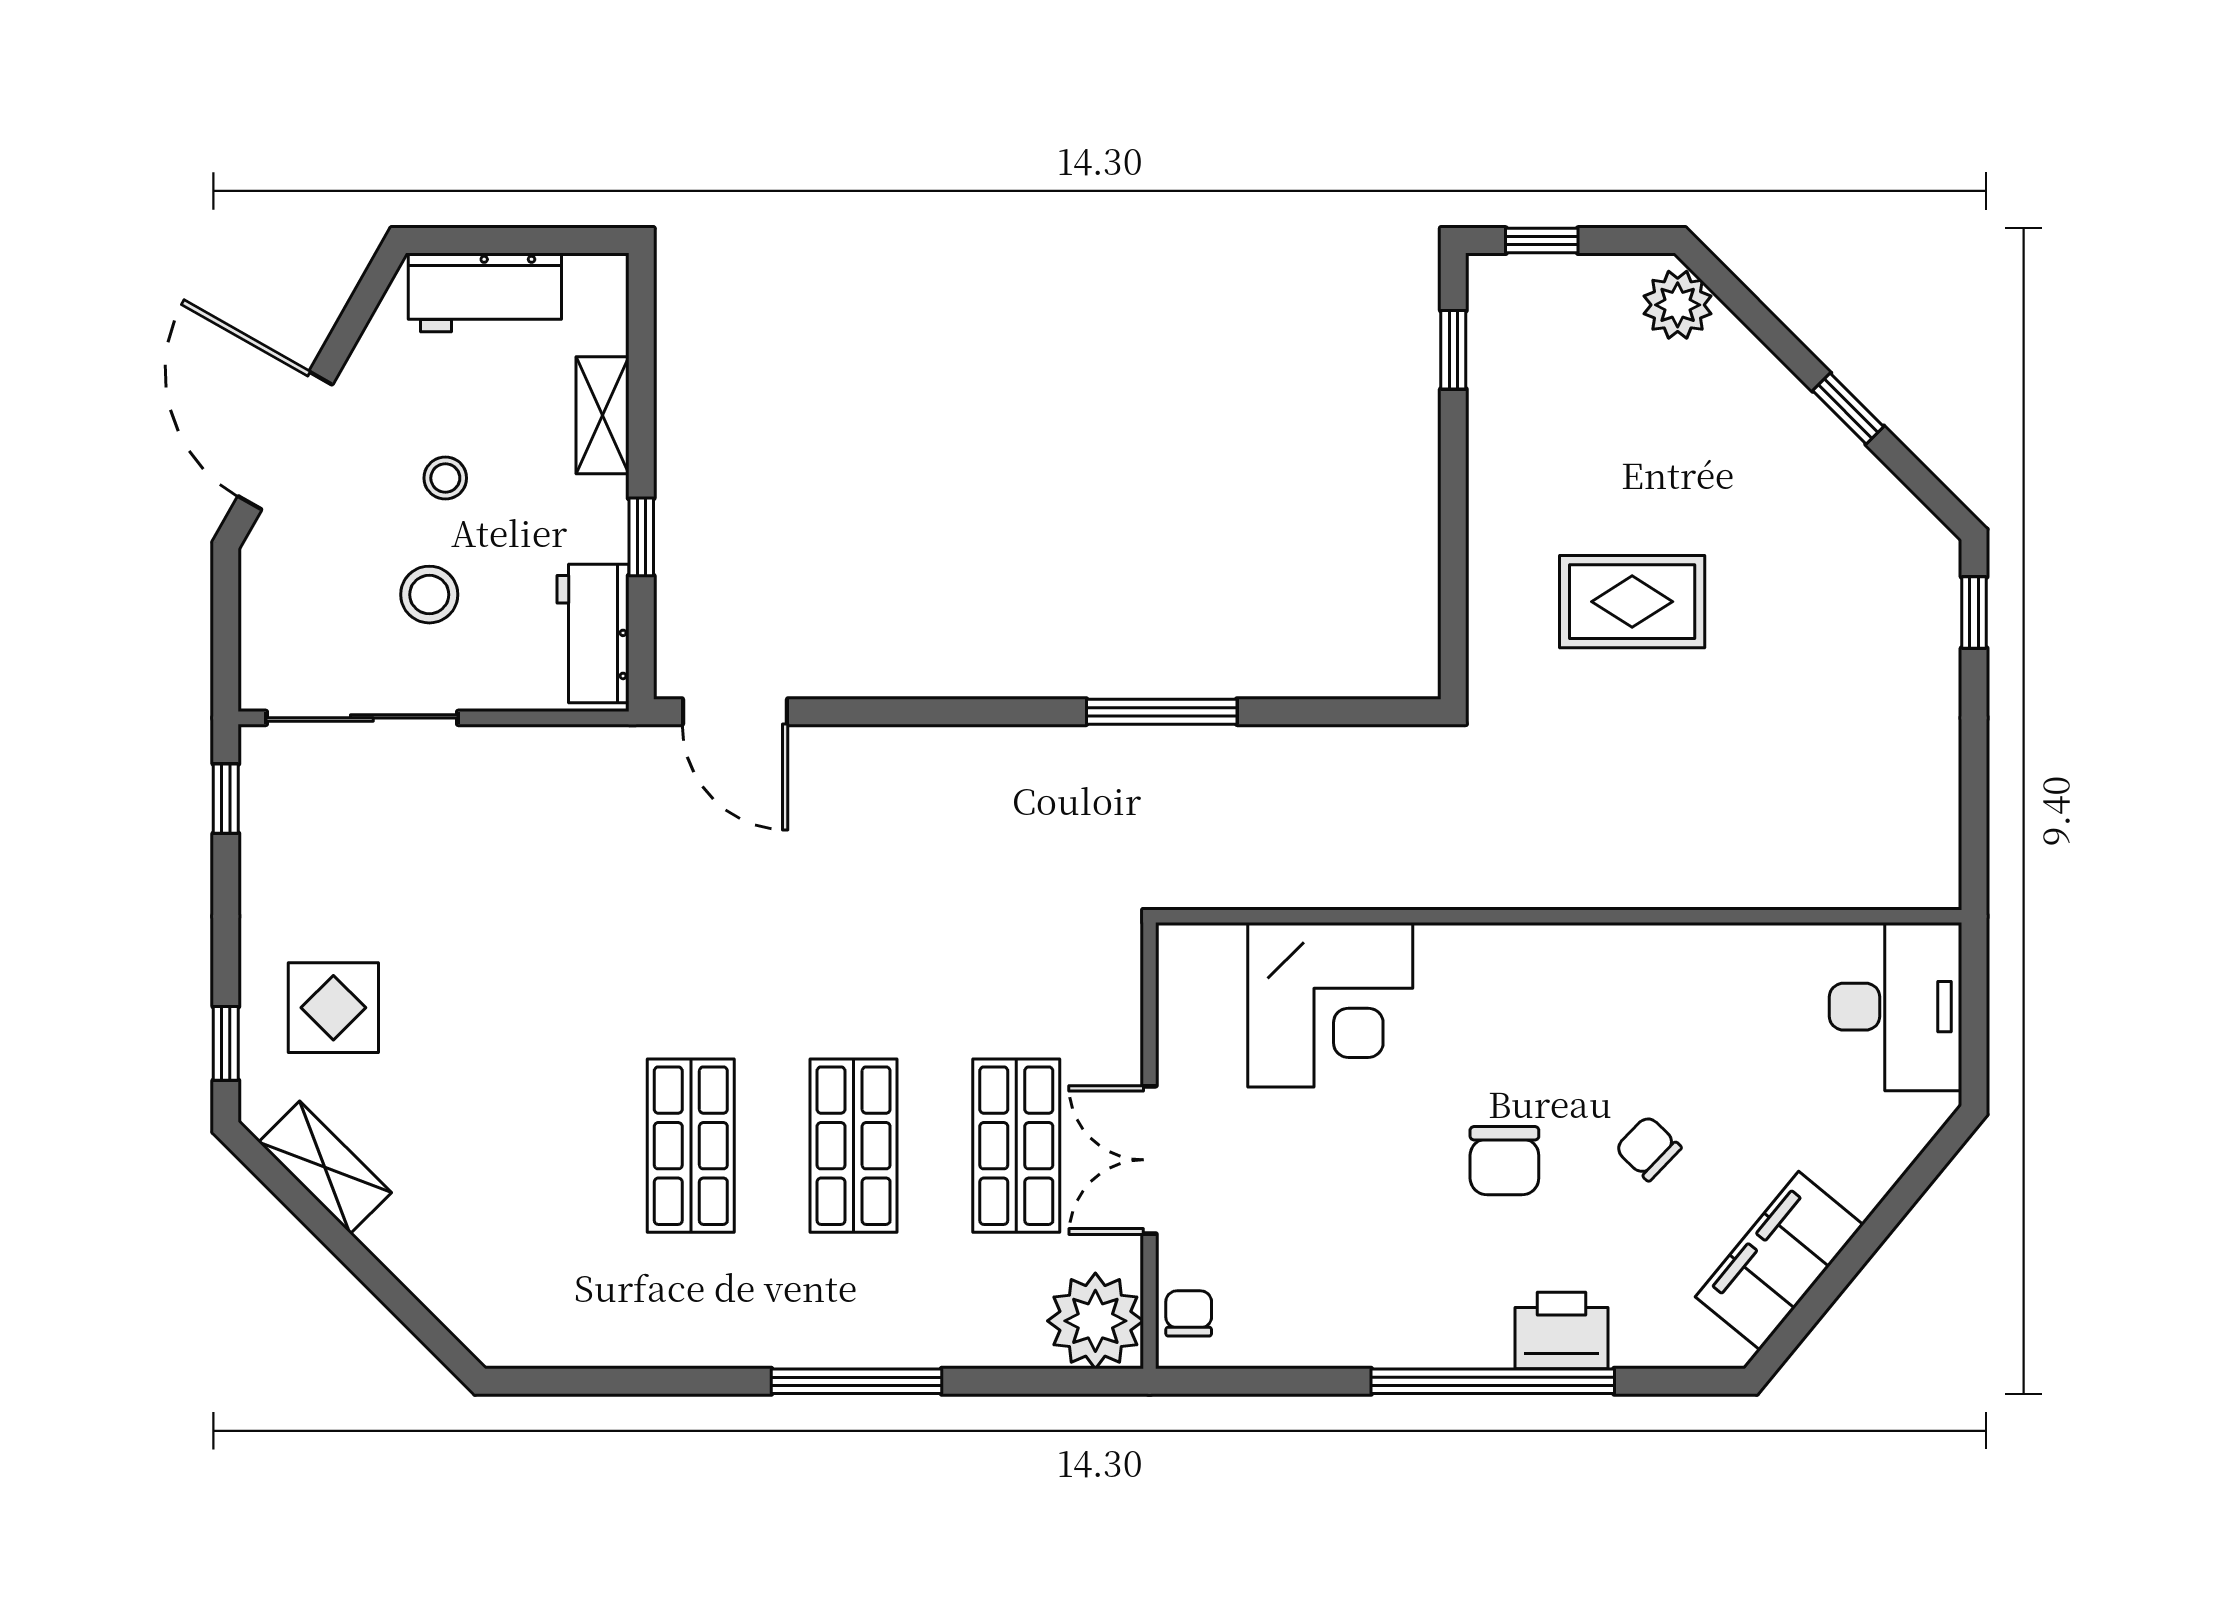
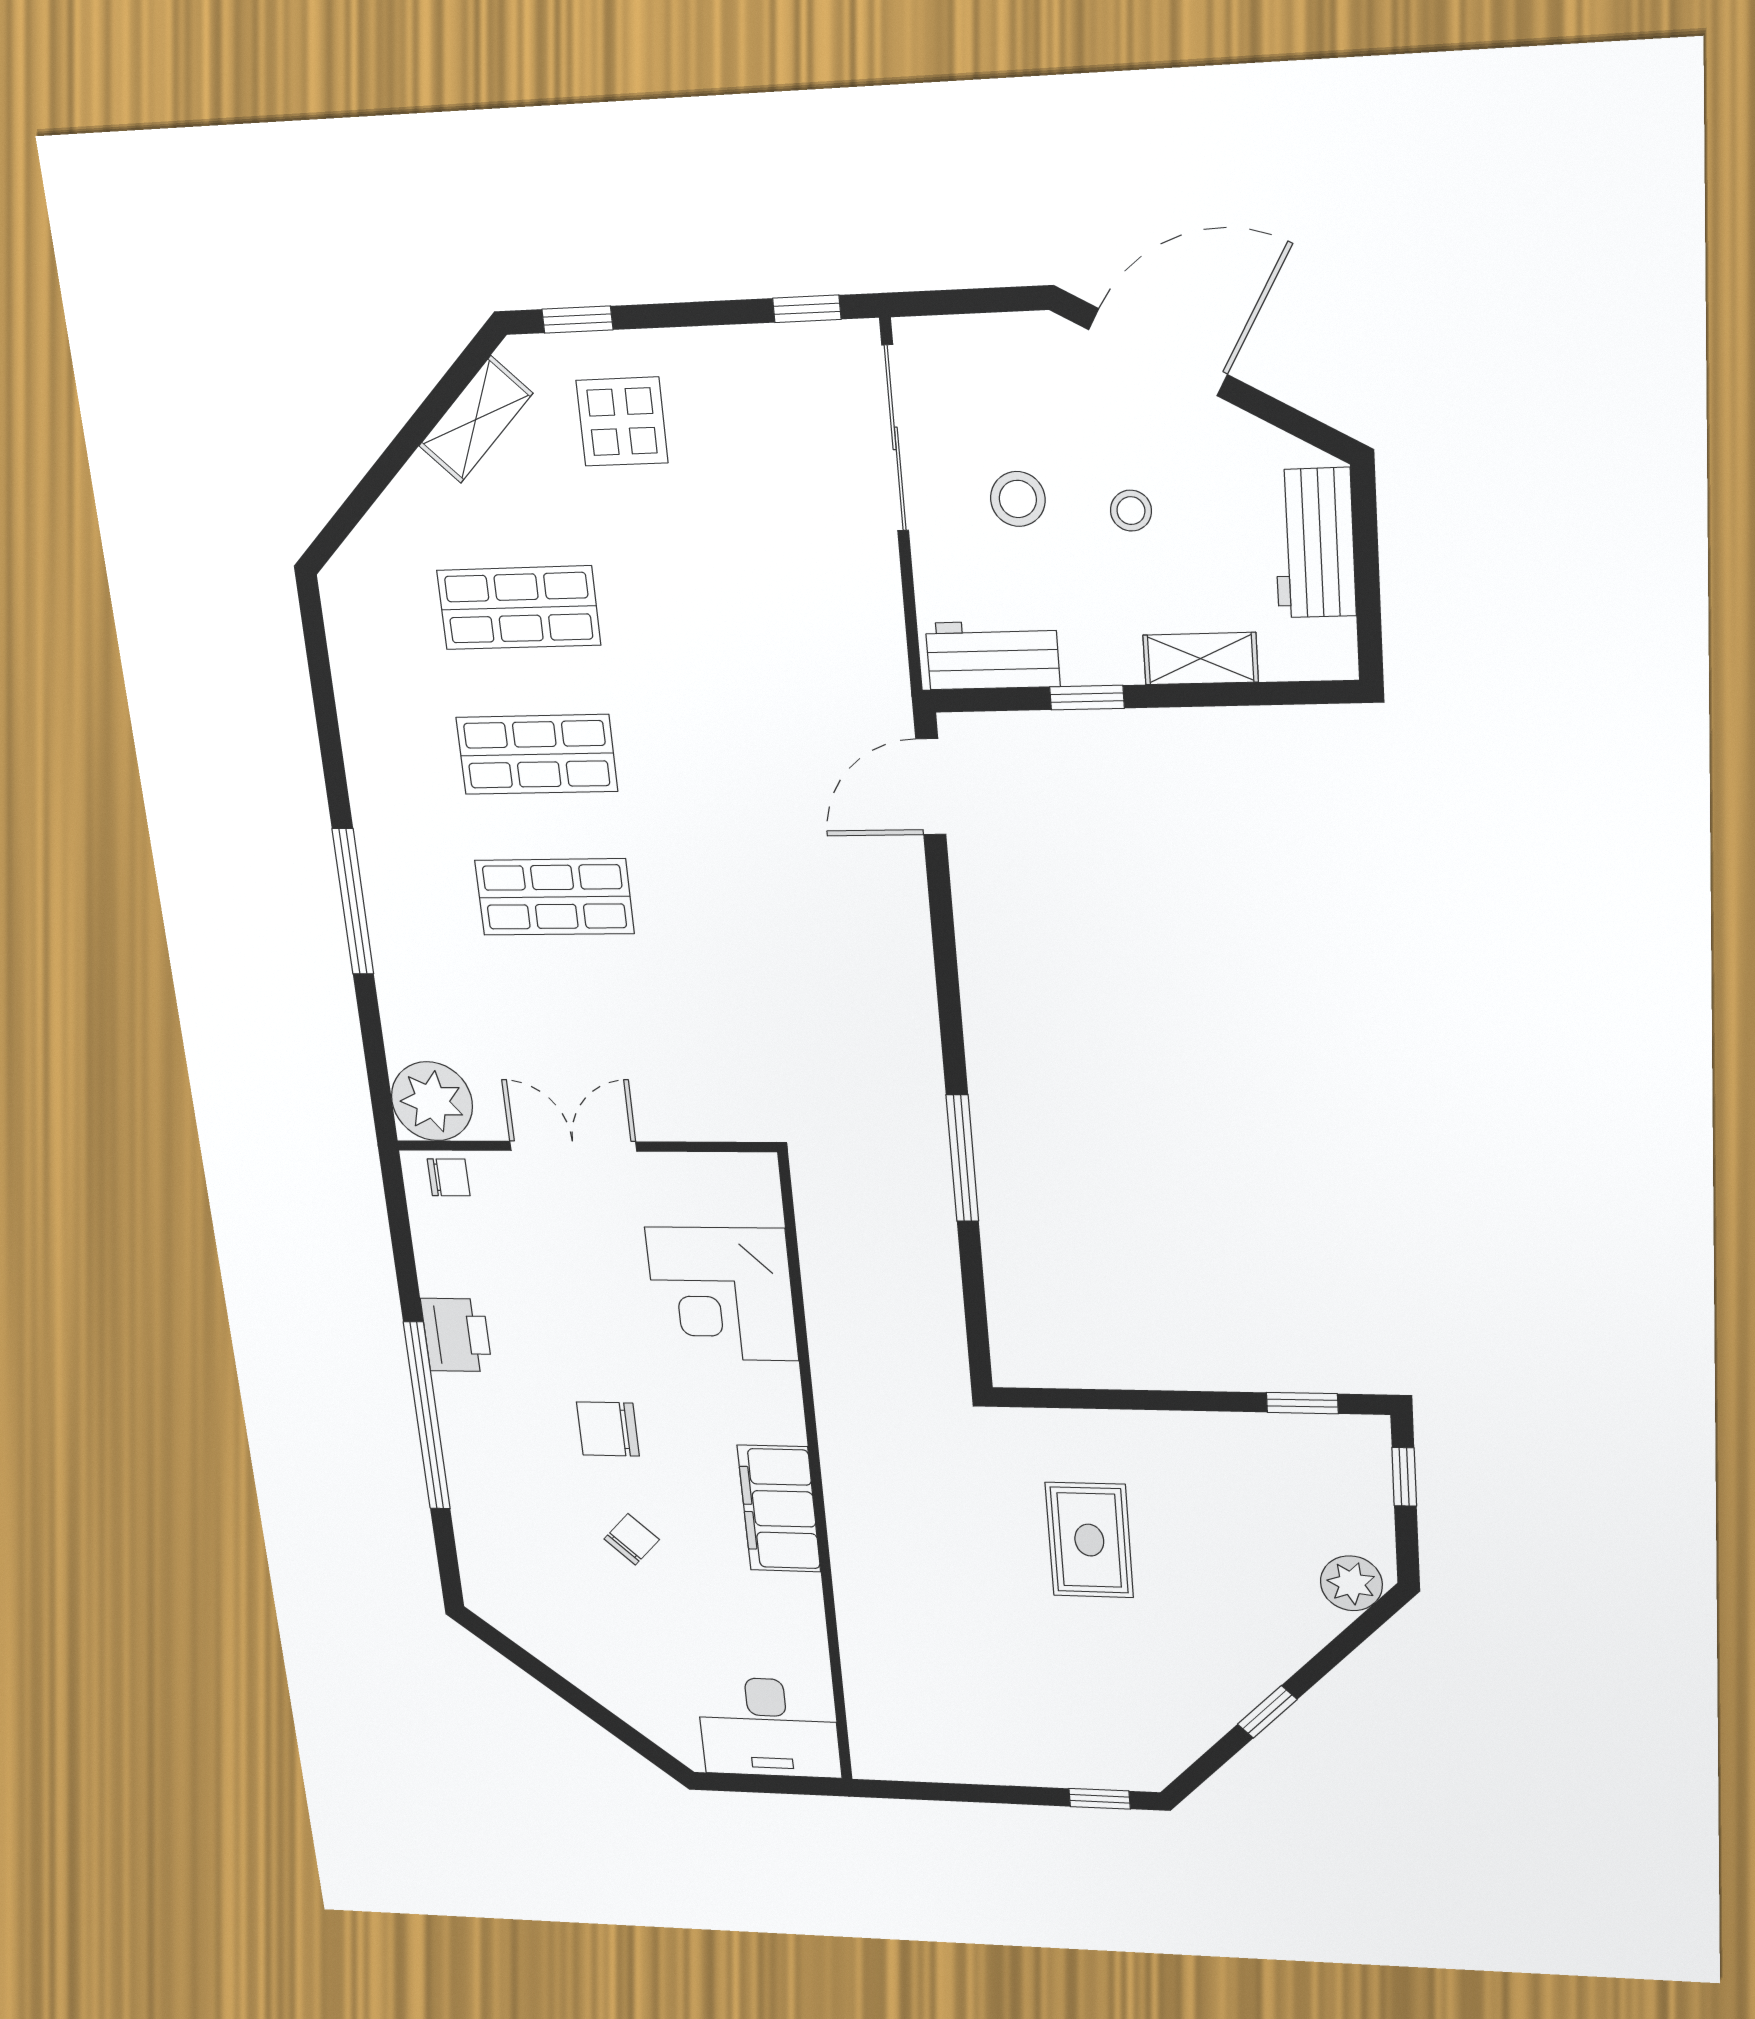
shop shelf: (1016, 1146) -> (519, 608), moved
filing cabinet: (1779, 1261) -> (779, 1509), moved, turned -129
printer: (1561, 1330) -> (456, 1335), moved

